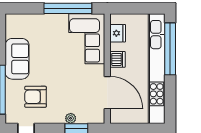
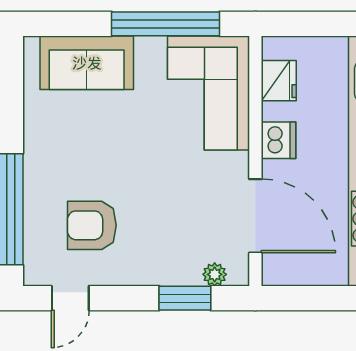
sofa: (17, 59) -> (87, 63), moved, turned 90
plant: (71, 118) -> (215, 274), moved

